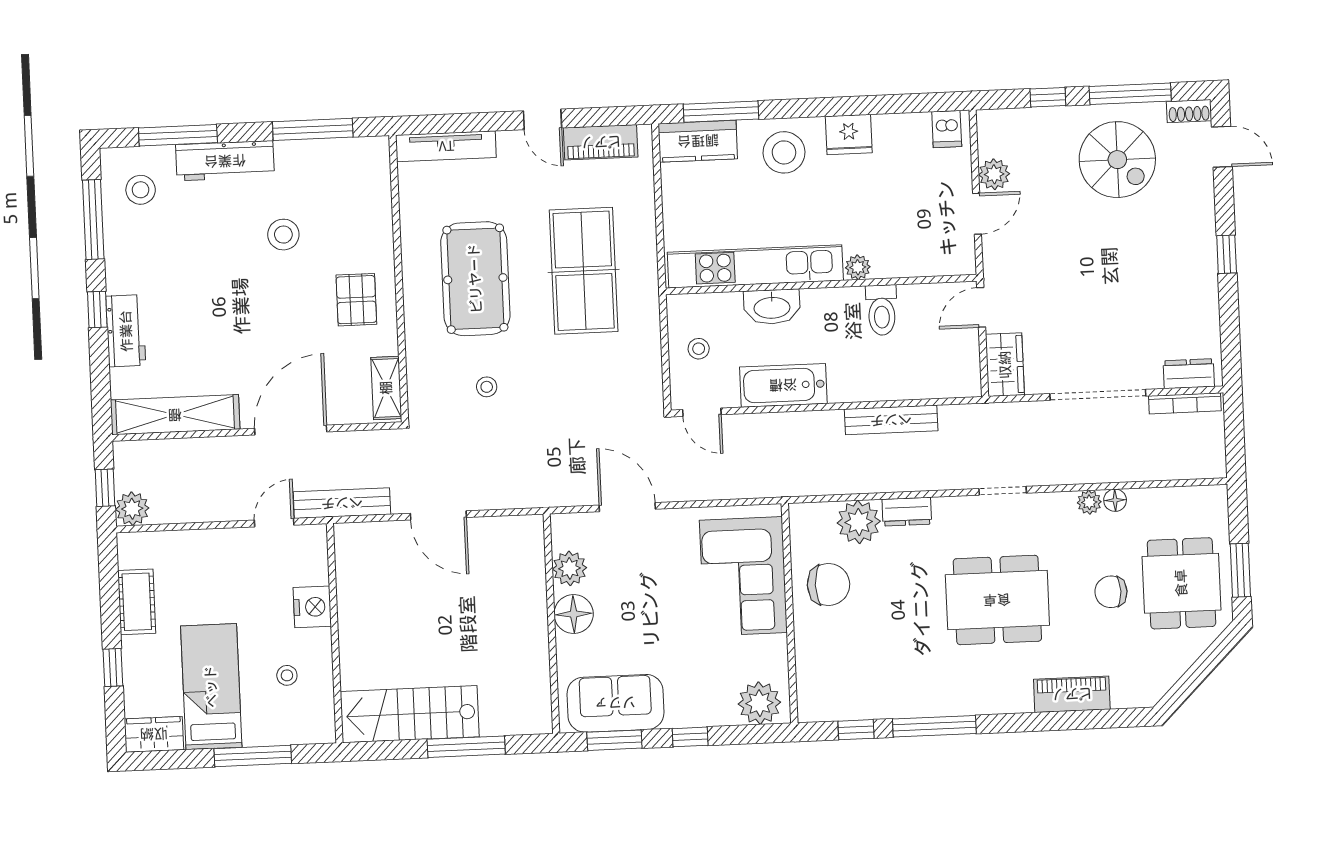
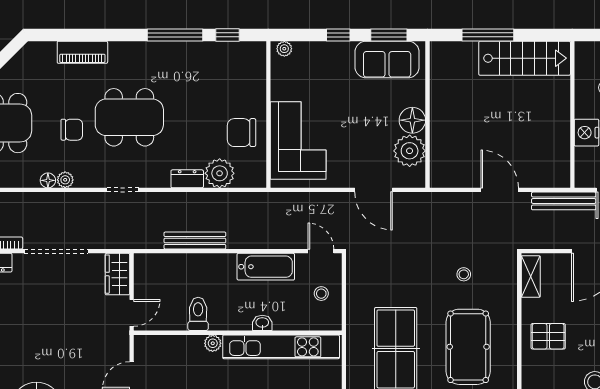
pallet: (356, 300) -> (548, 336), turned 90
washbasin: (772, 307) -> (262, 323), width x0.52, depth x0.69
plant: (570, 568) -> (410, 151), width x1.36, depth x1.36
chair: (1111, 592) -> (72, 130), moved
plant: (759, 703) -> (284, 49), width x0.53, depth x0.53

